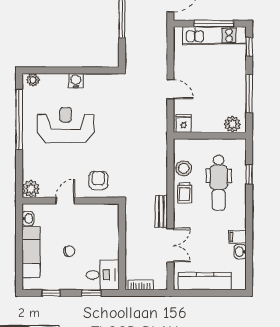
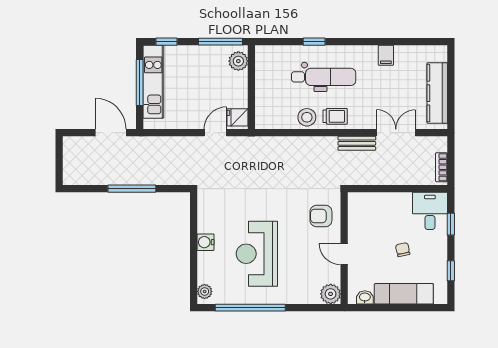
fridge: (184, 123) -> (238, 117), moved
plant: (232, 124) -> (238, 61), moved
wall: (210, 136) -> (251, 87), moved
washbasin: (240, 252) -> (403, 52), removed

